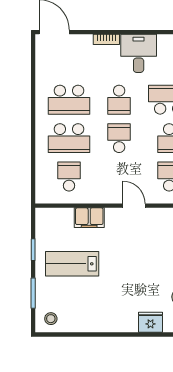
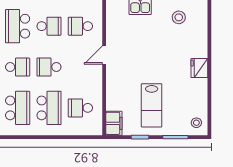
filing cabinet: (89, 218) -> (114, 123), moved
fridge: (151, 322) -> (199, 68), moved

